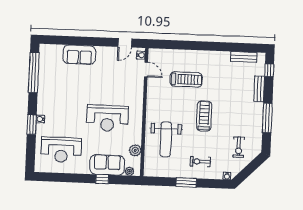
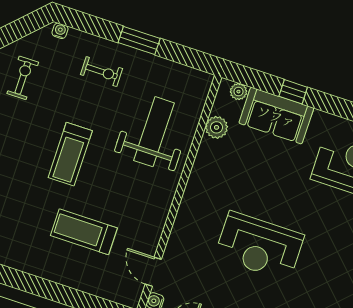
reception desk: (107, 118) -> (259, 246), moved, turned 180

